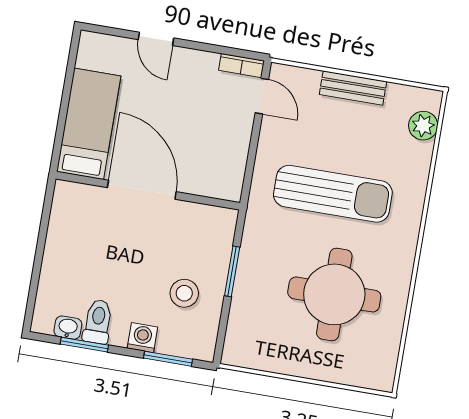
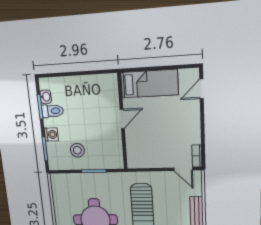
door: (156, 39) -> (202, 89), moved
door: (262, 96) -> (183, 169), hinge flipped
door: (142, 190) -> (122, 119), width x0.53

